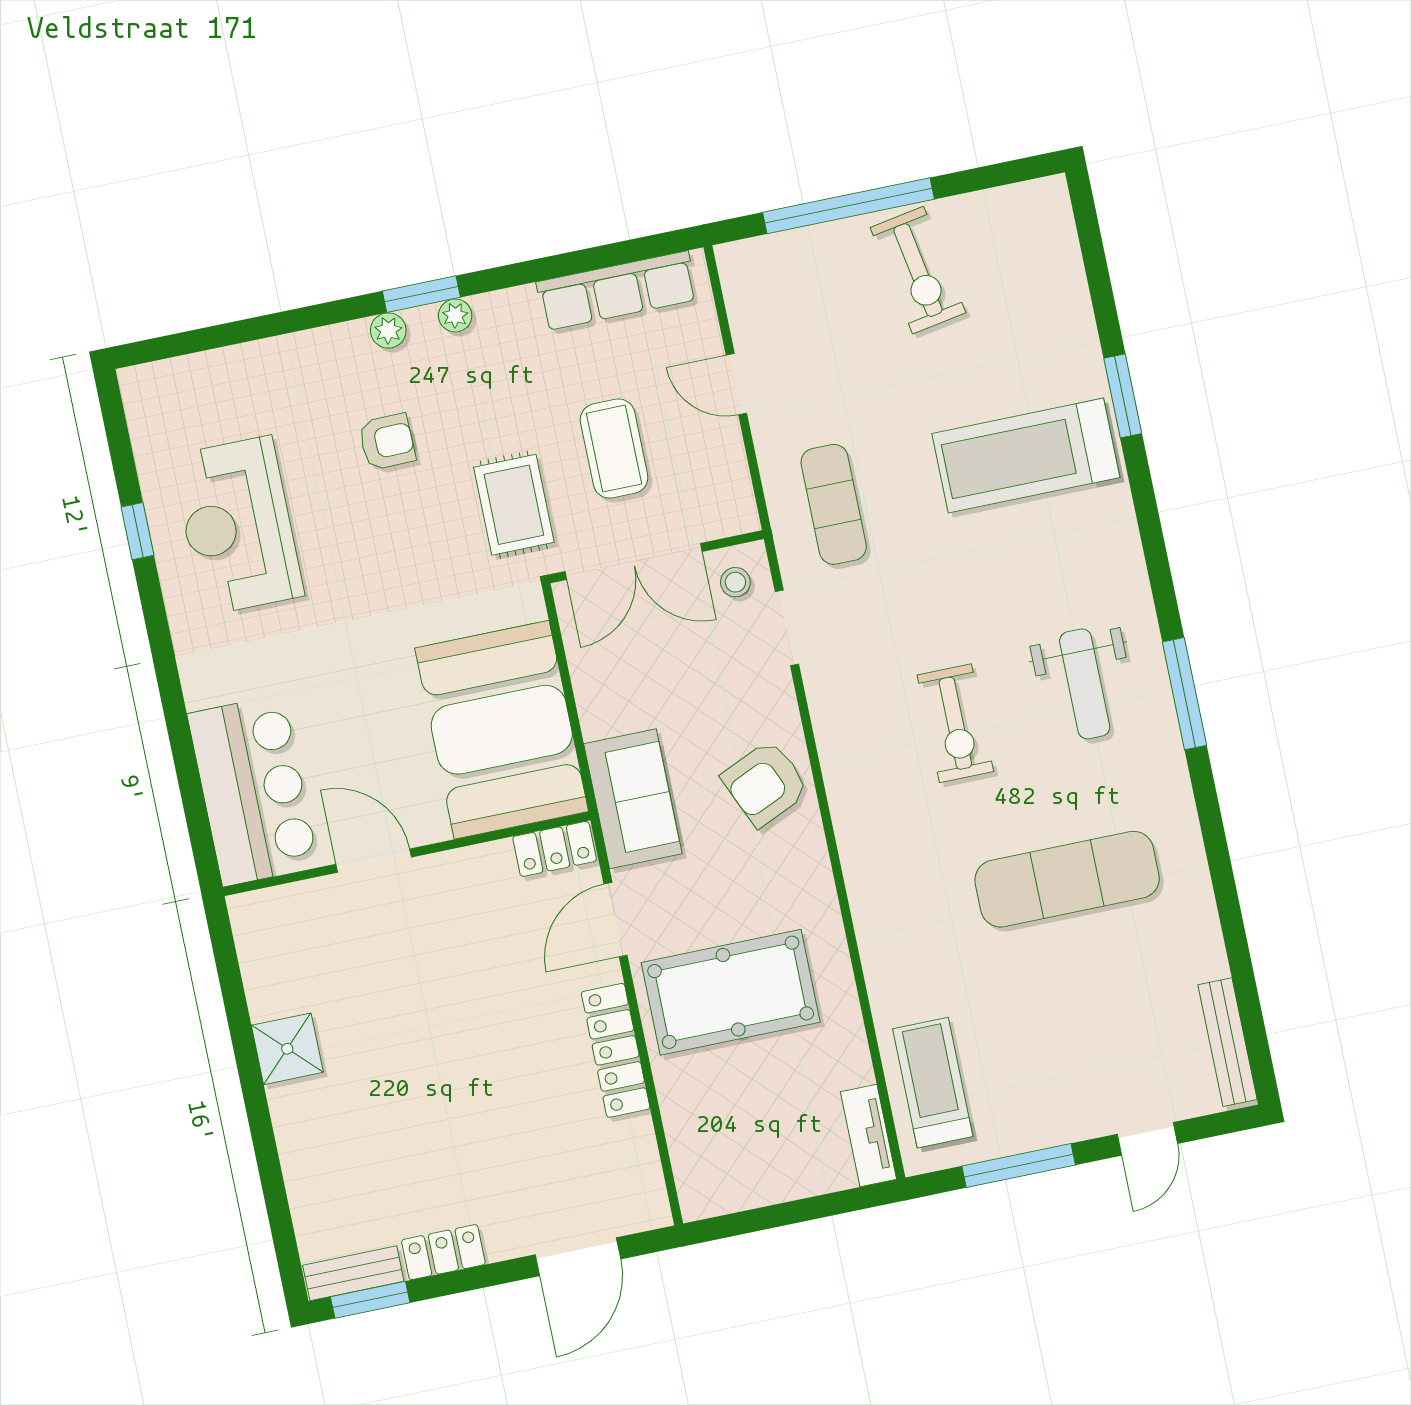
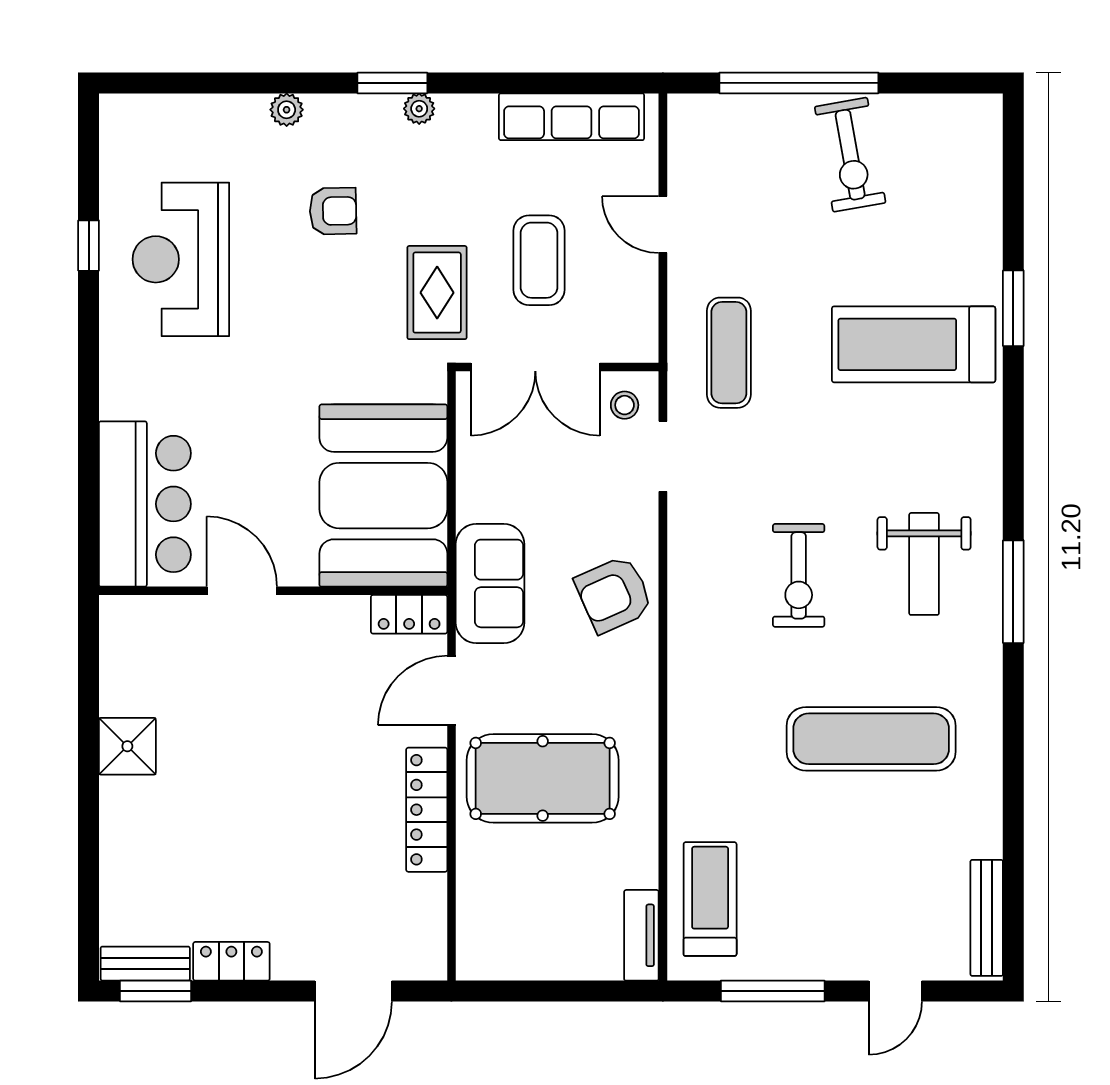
plant: (388, 330) -> (287, 110), moved

